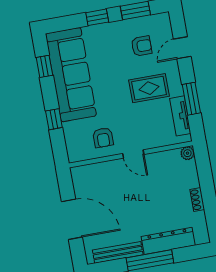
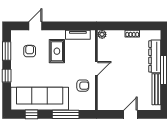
door: (182, 48) -> (35, 26), swing flipped
window: (191, 99) -> (68, 26), removed
window: (54, 119) -> (66, 114), width x2.17
door: (72, 219) -> (130, 114), width x0.53

